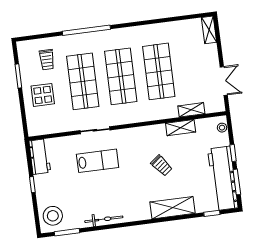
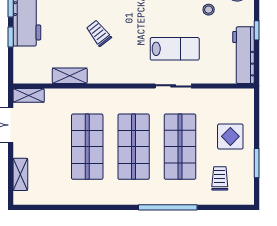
shelving: (209, 30) -> (20, 174), moved
shelving: (191, 110) -> (29, 95), moved
stool: (222, 128) -> (209, 10), moved
workbench: (40, 157) -> (244, 55), width x1.38
lab bench: (98, 161) -> (175, 49), turned 180

